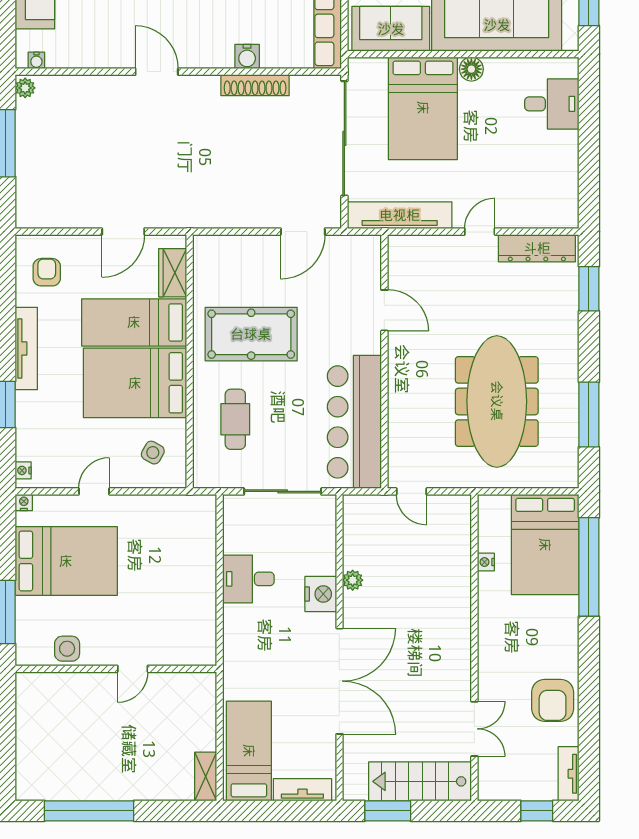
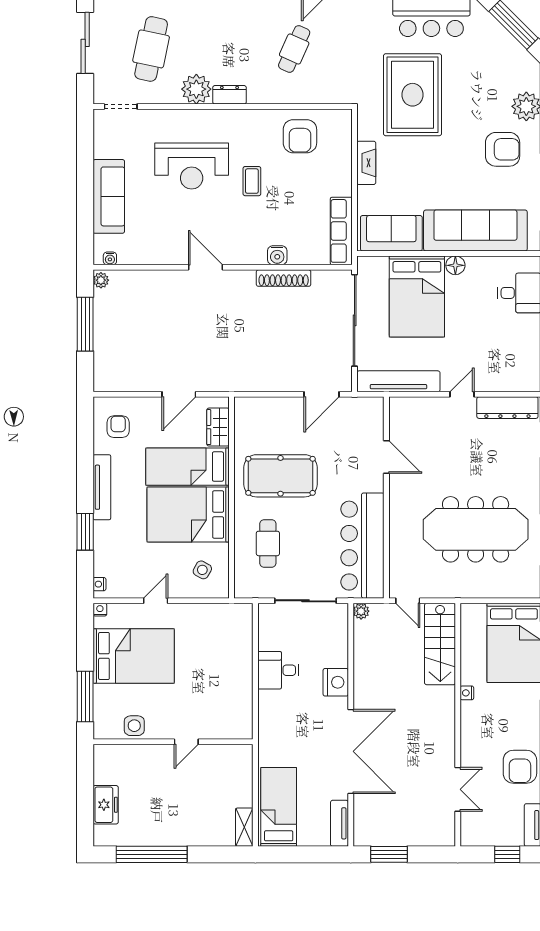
meeting table: (497, 401) -> (476, 529), turned 90
nightstand: (486, 562) -> (467, 693), moved
plant: (353, 580) -> (361, 611), moved
freezer: (31, 748) -> (106, 805), added
stairs: (420, 781) -> (440, 644), moved, turned -90
tv unit: (302, 790) -> (339, 823), moved, turned -90

